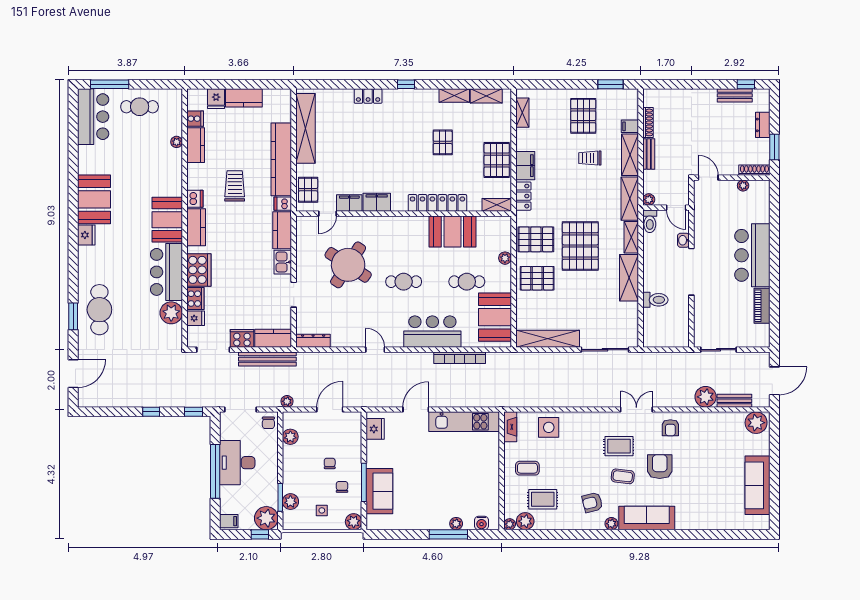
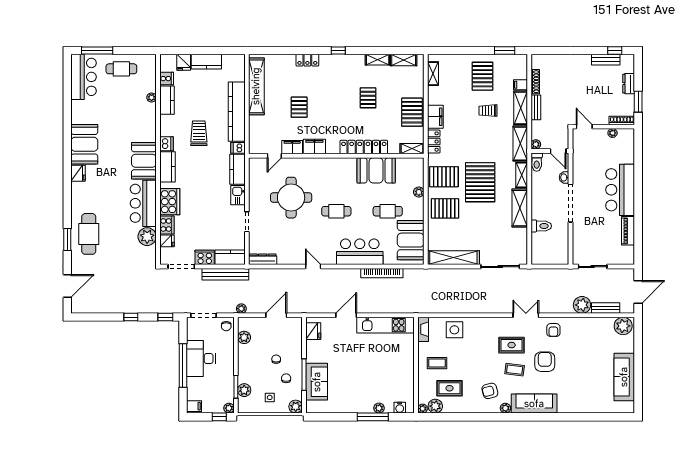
pallet: (308, 190) -> (299, 107), moved
round table: (348, 265) -> (291, 198), turned -33
plant: (266, 518) -> (229, 408), width x0.53, depth x0.53

